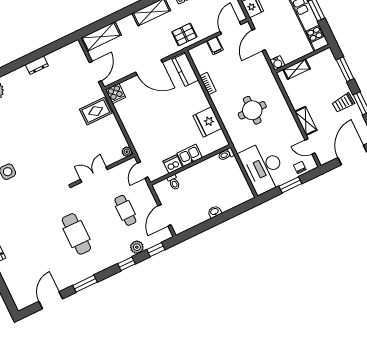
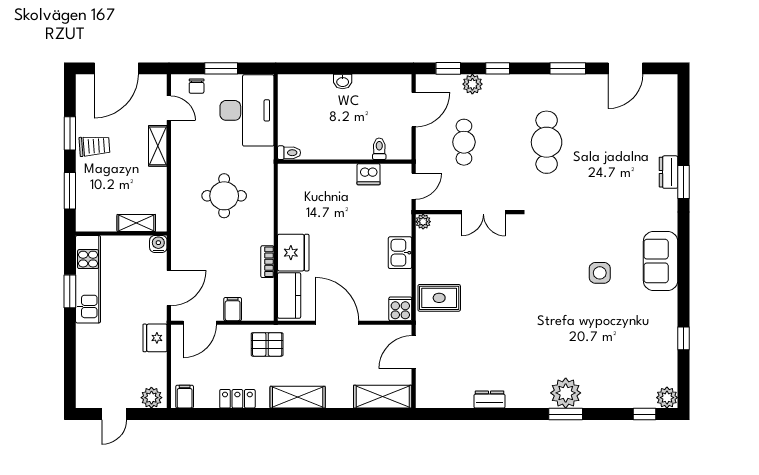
fridge: (207, 122) -> (293, 253), moved
kitchen sink: (190, 155) -> (400, 253), moved, turned 90

